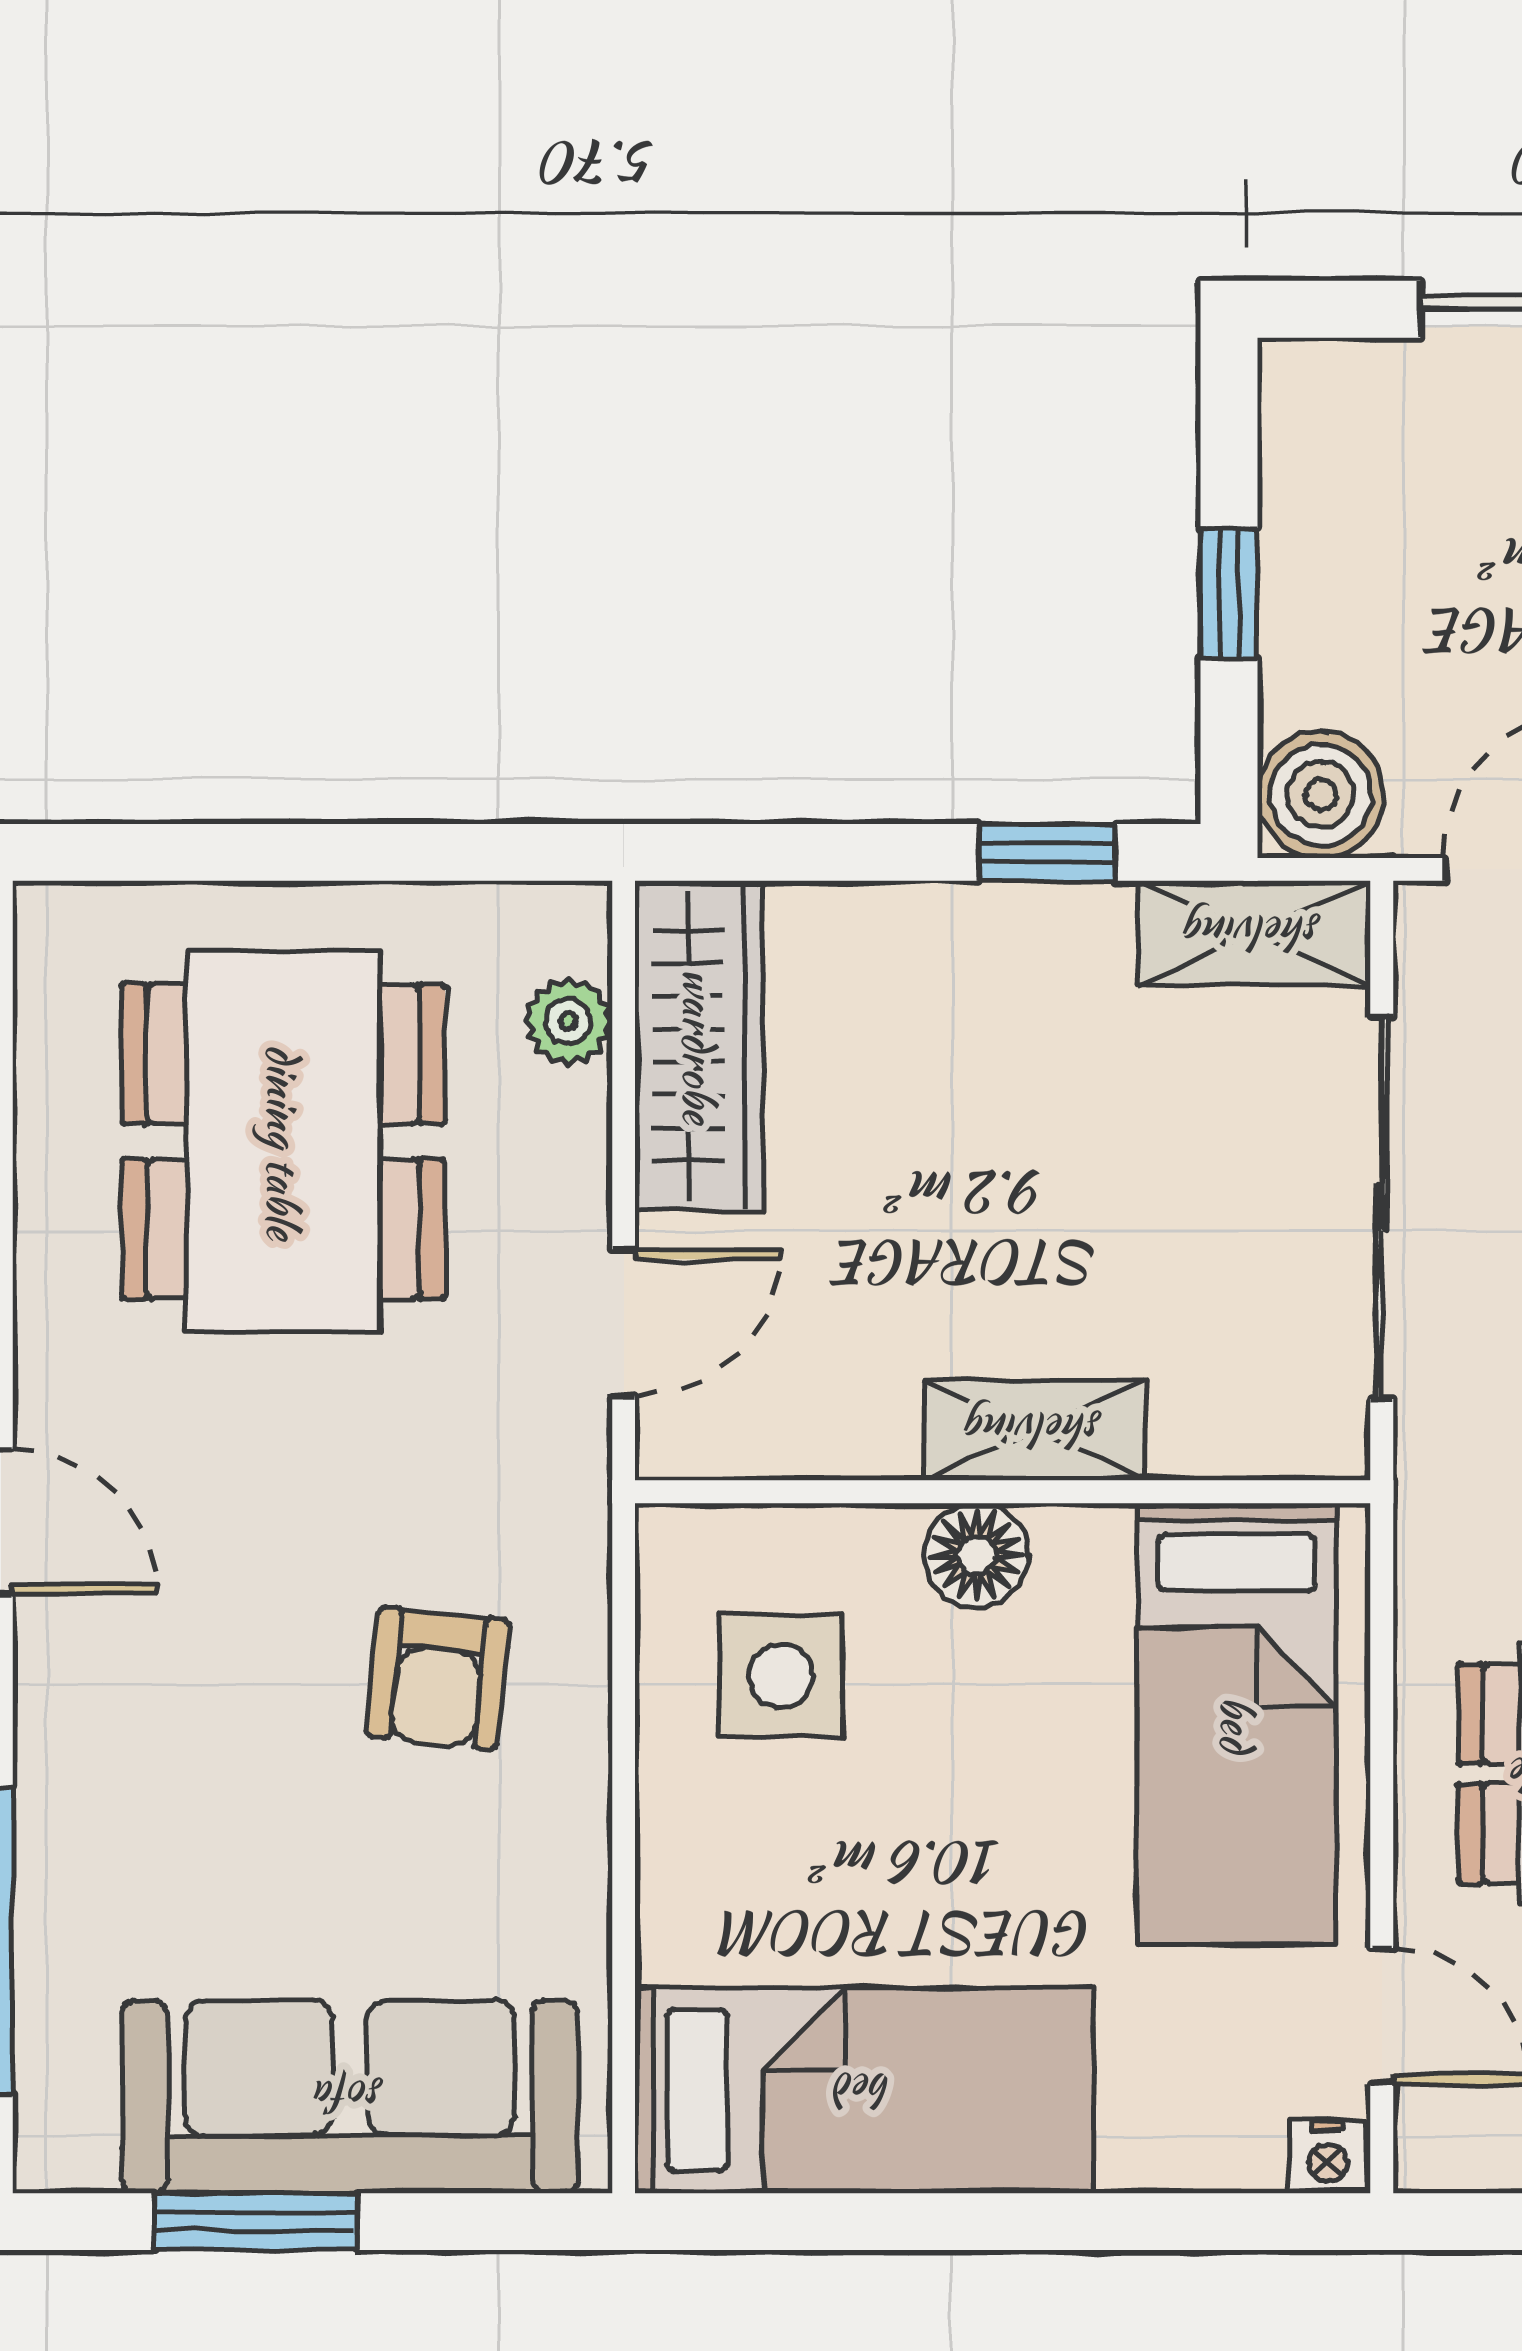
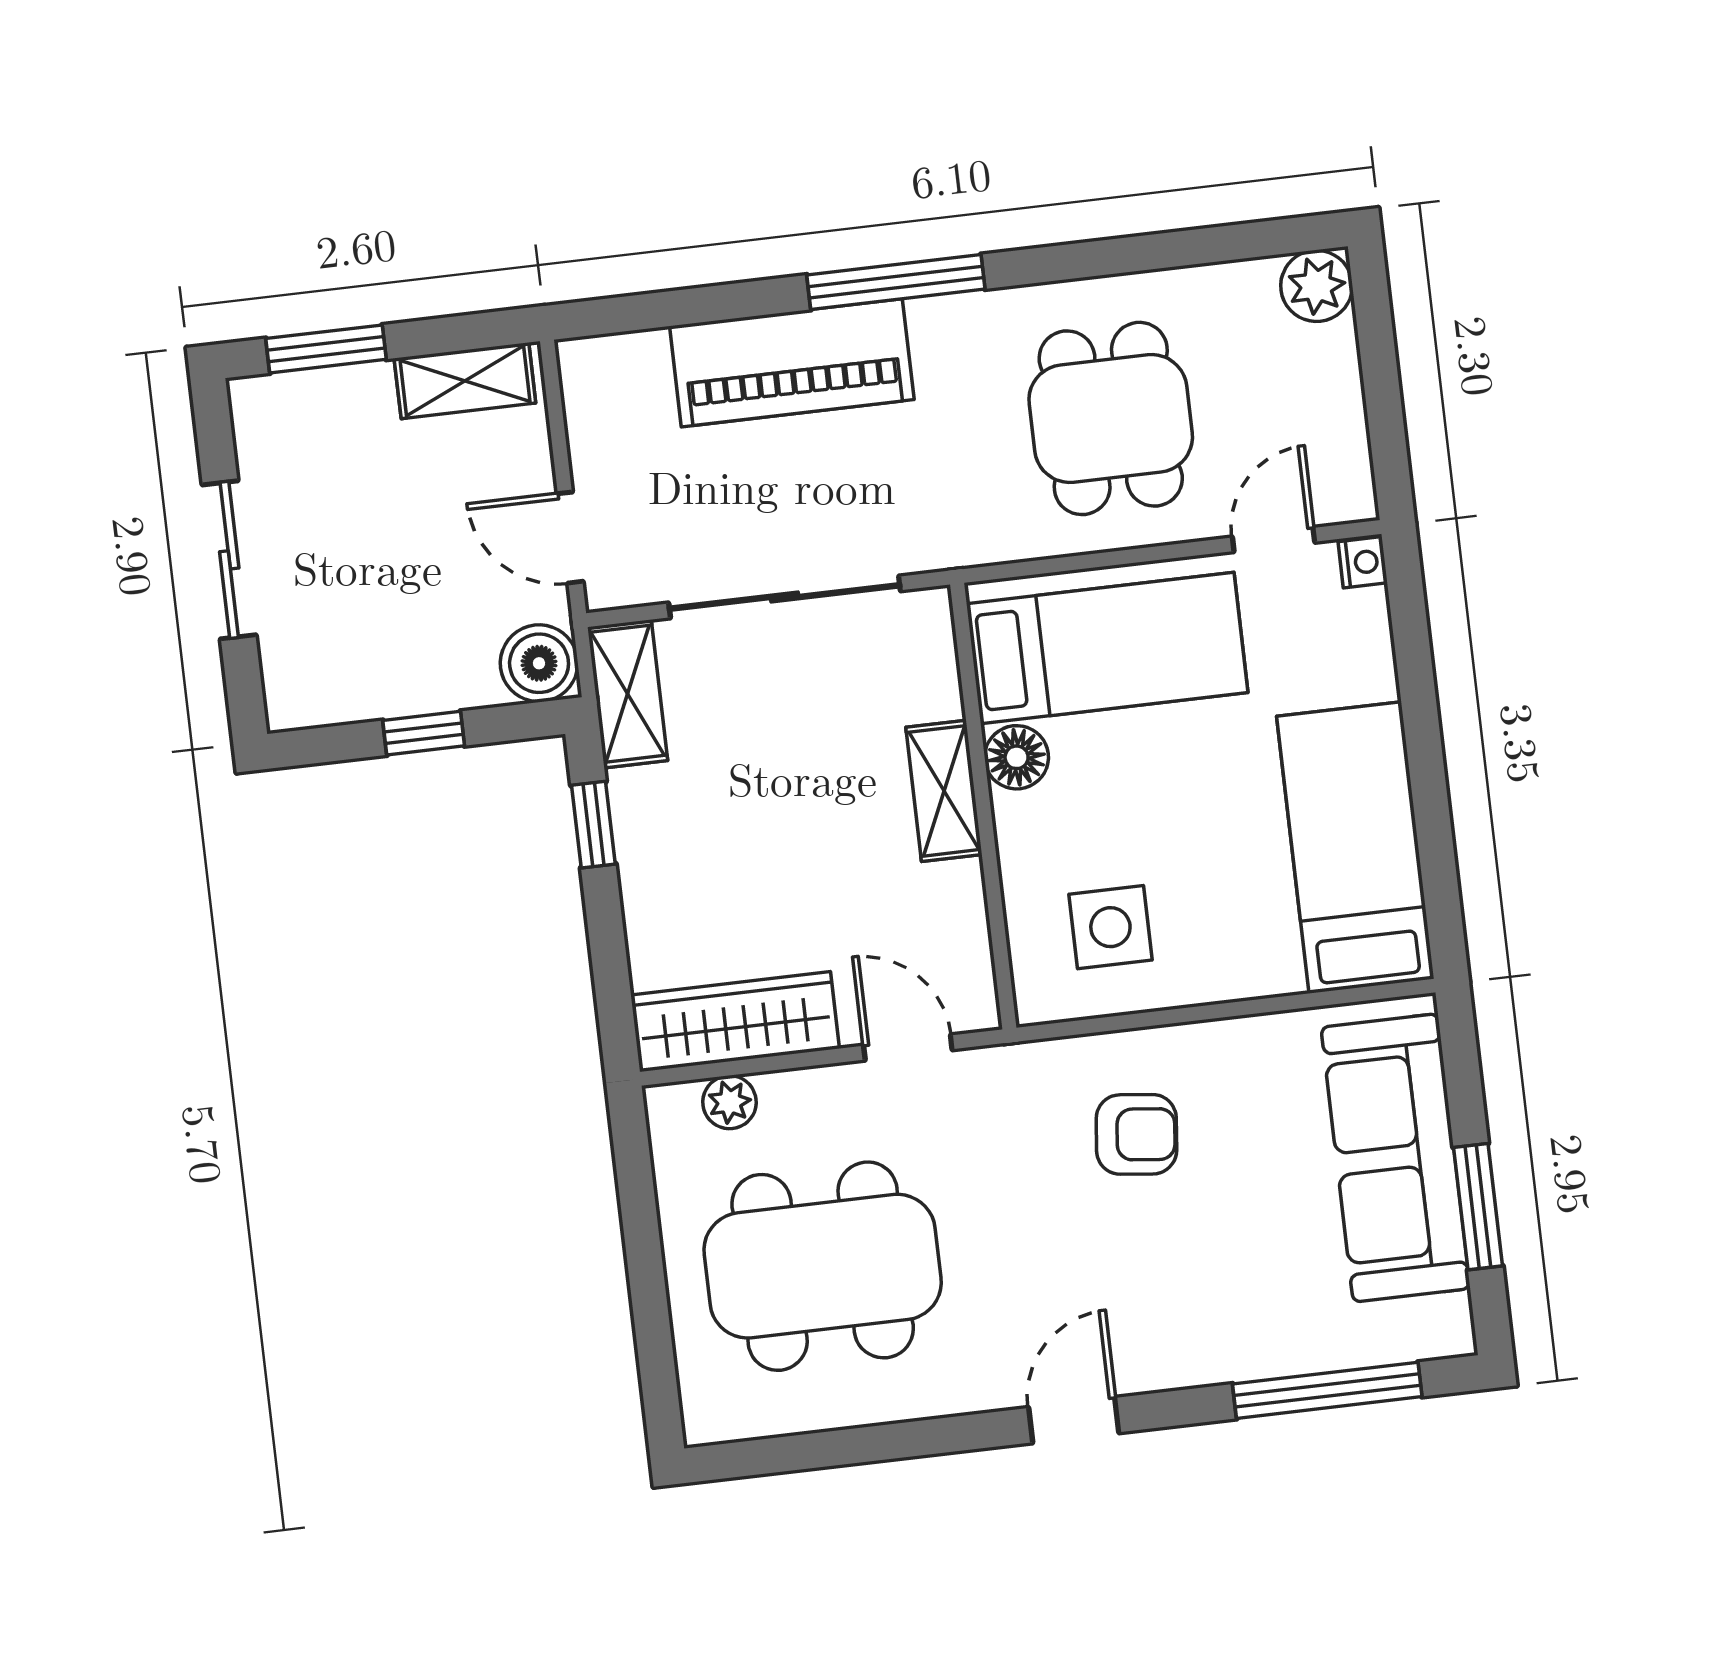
floor lamp: (976, 1555) -> (1017, 757), moved

